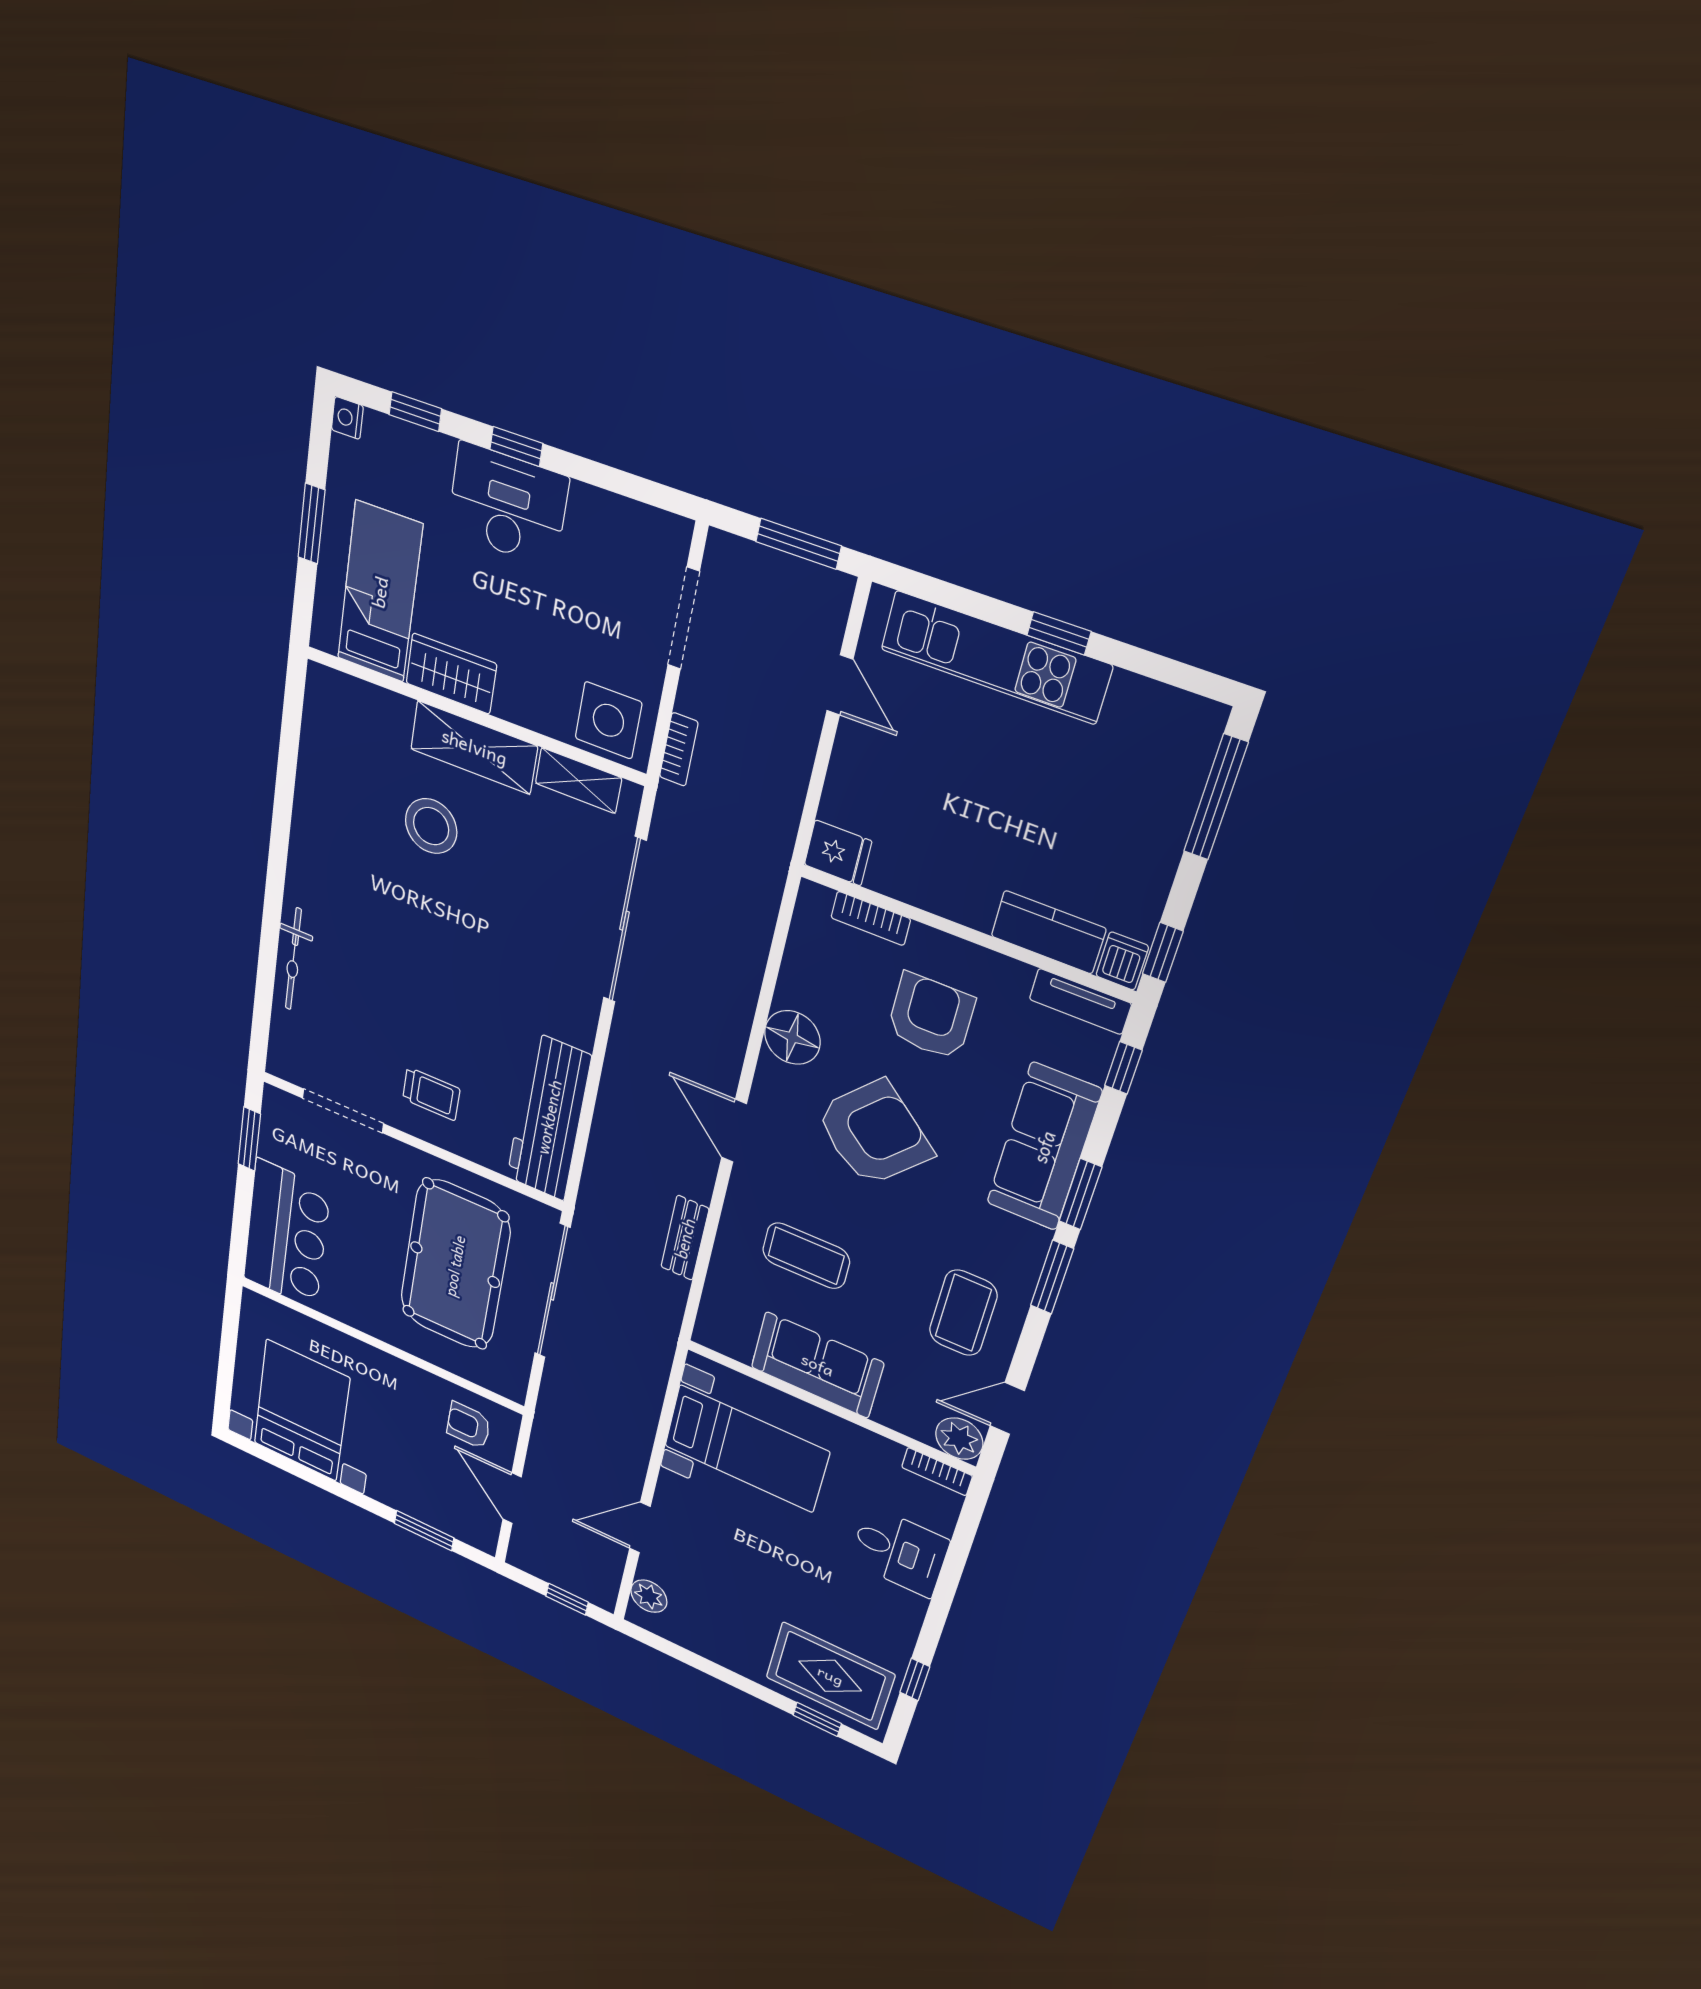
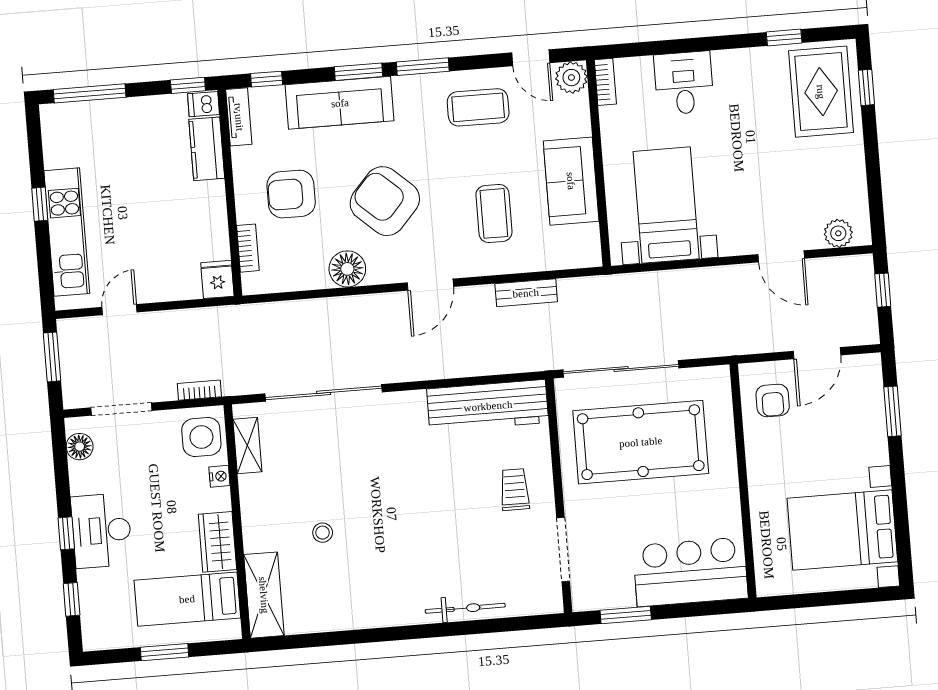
nightstand: (347, 418) -> (219, 476), moved, turned -90
floor lamp: (644, 527) -> (80, 447), added
shelving: (474, 747) -> (264, 595), moved
stool: (431, 826) -> (323, 533), width x0.53, depth x0.53

